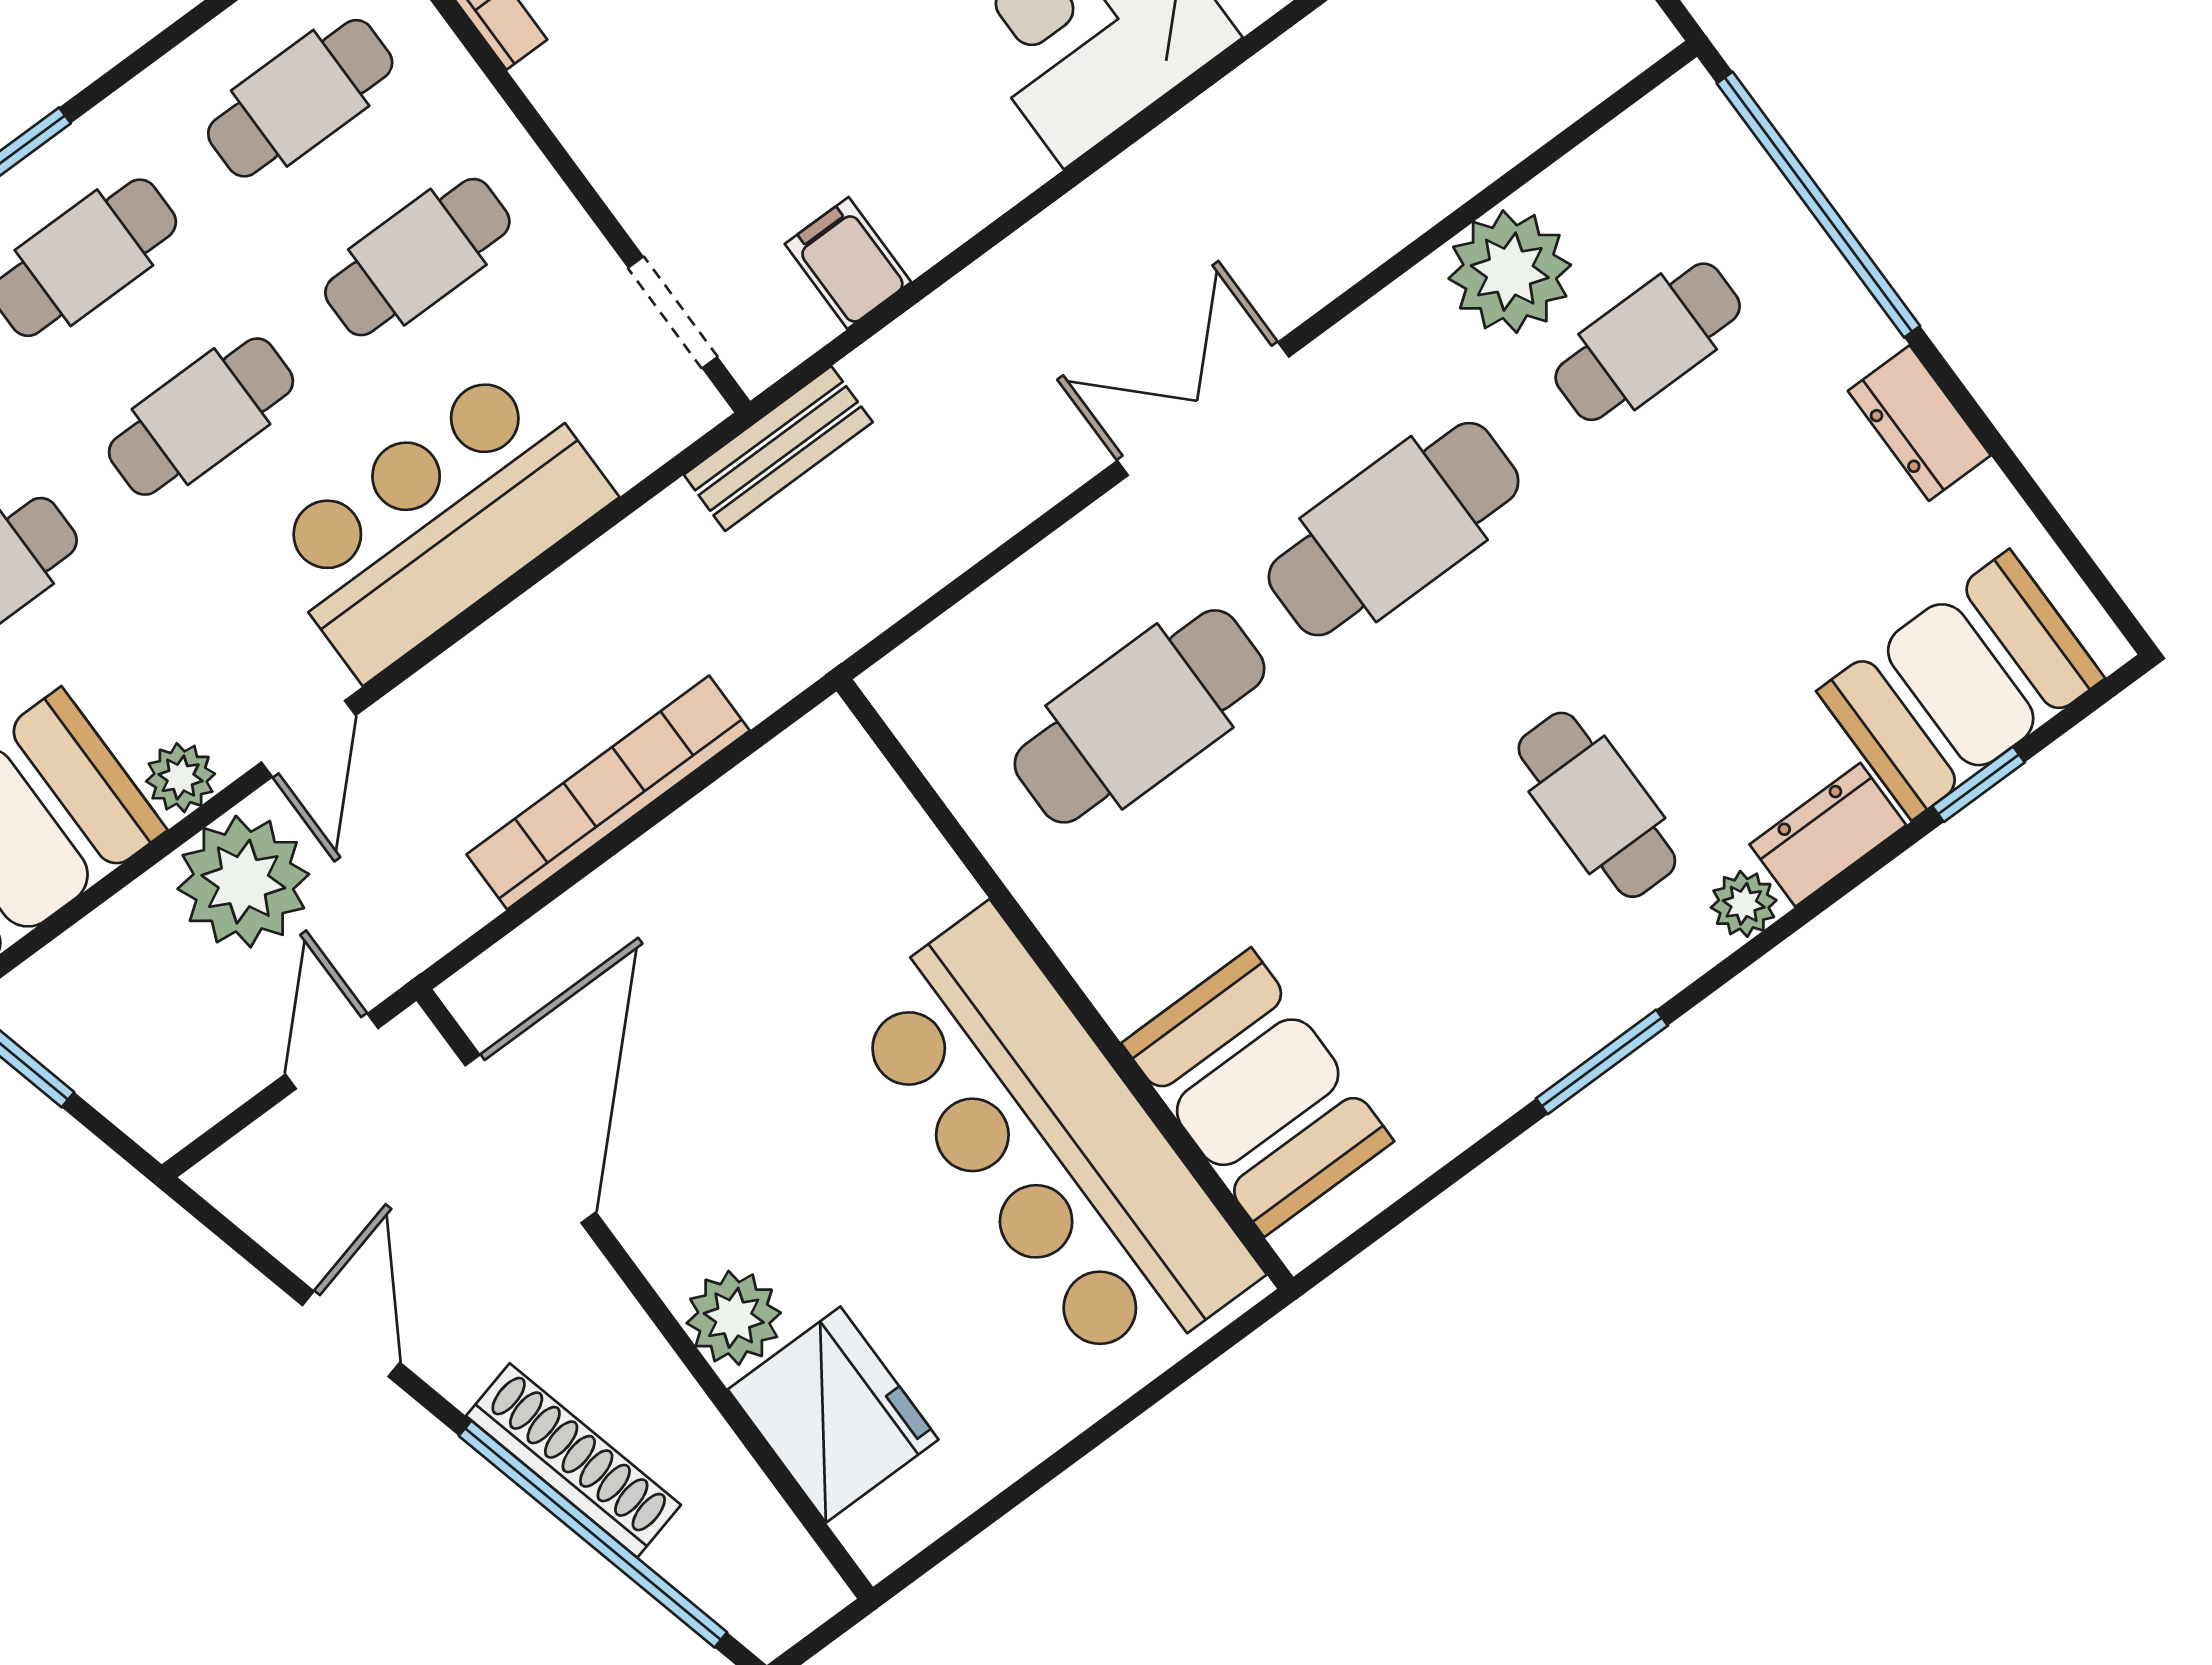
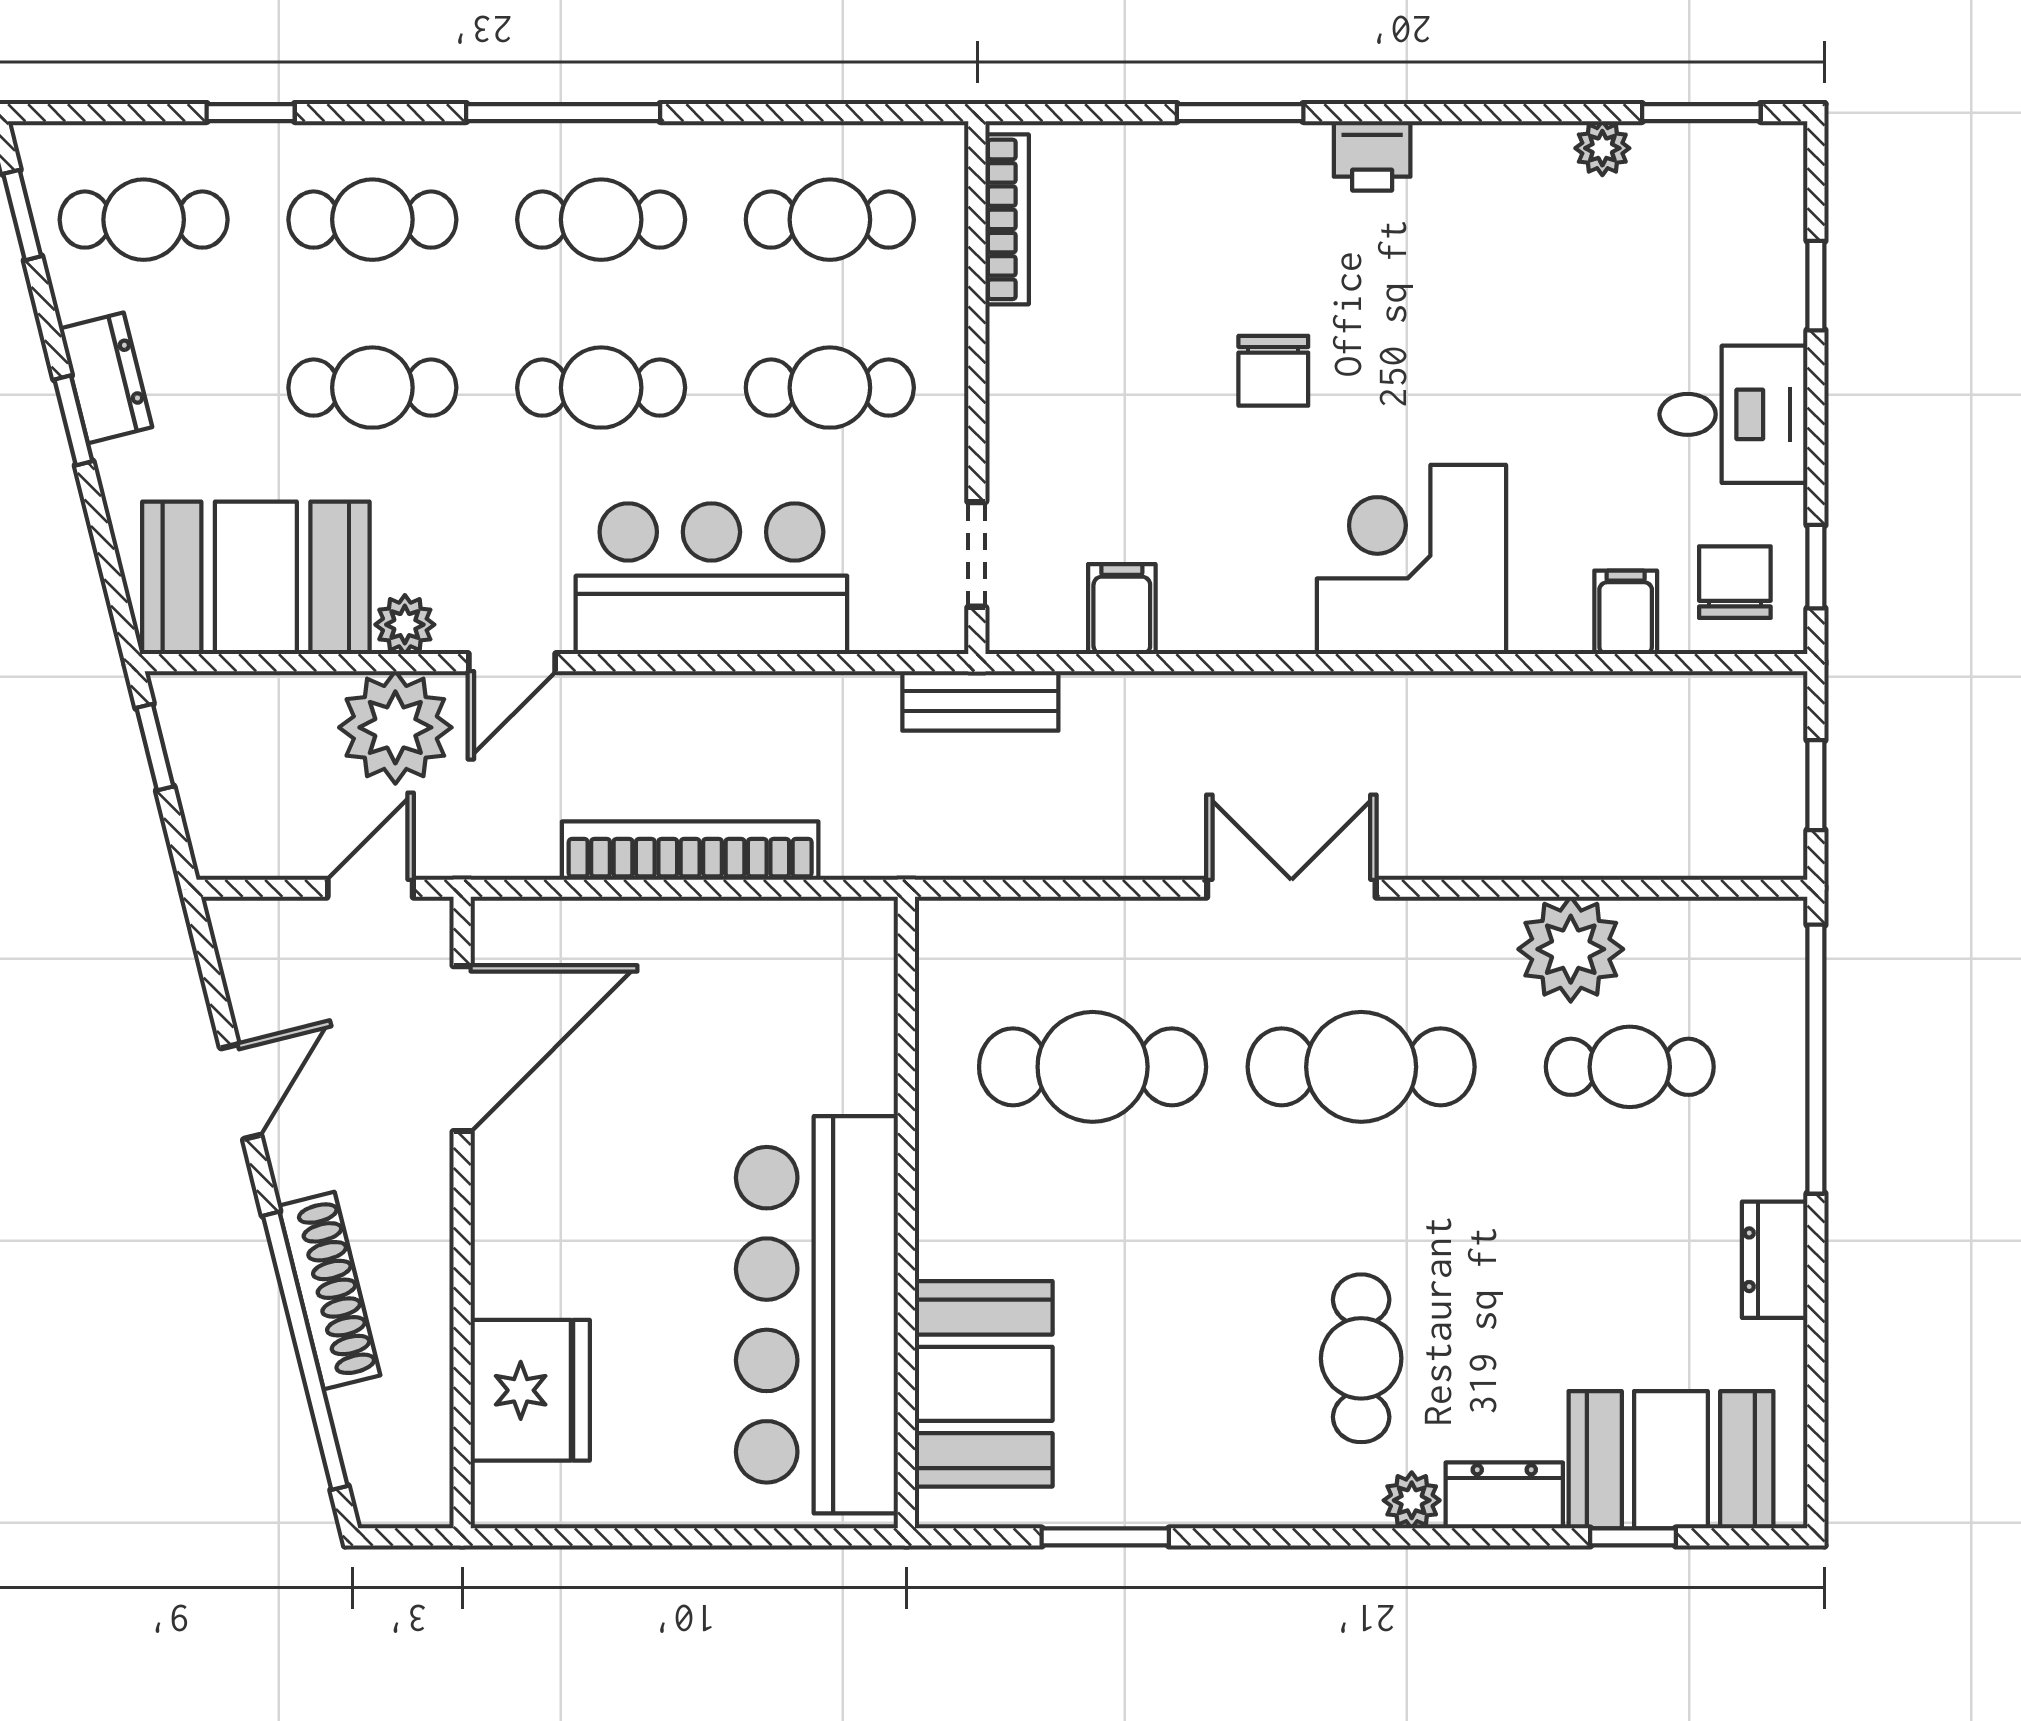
window: (1602, 1062) -> (1105, 1537), moved
plant: (734, 1318) -> (511, 1274), removed

